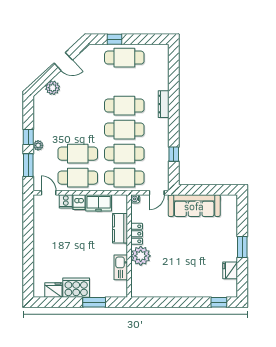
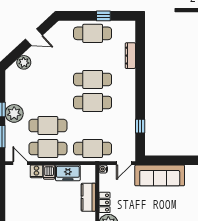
window: (114, 39) -> (103, 16), moved
dresser: (164, 104) -> (130, 56), moved
plant: (38, 145) -> (14, 113), width x1.87, depth x1.87
cafe table: (124, 154) -> (93, 126), removed

